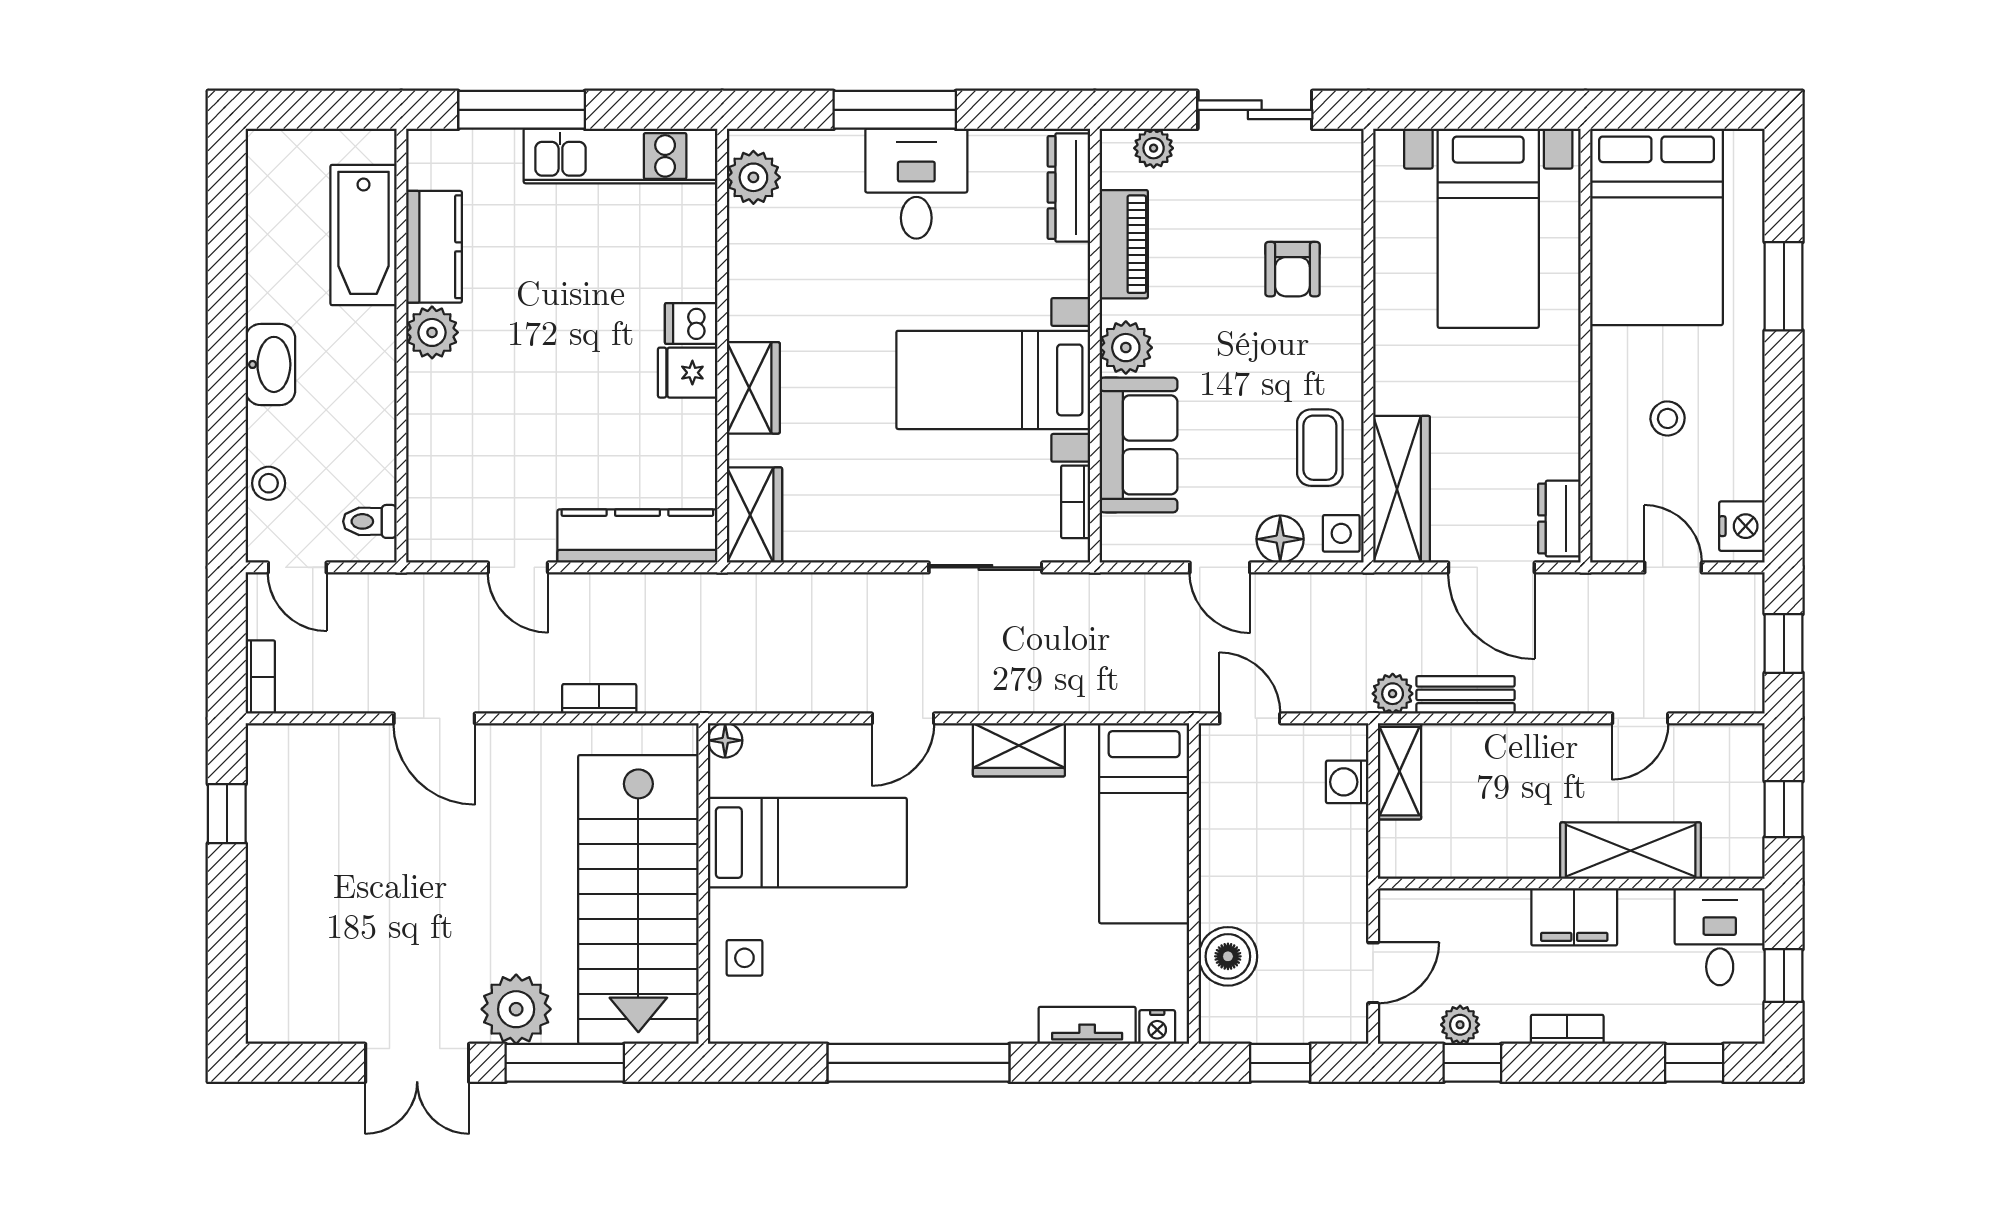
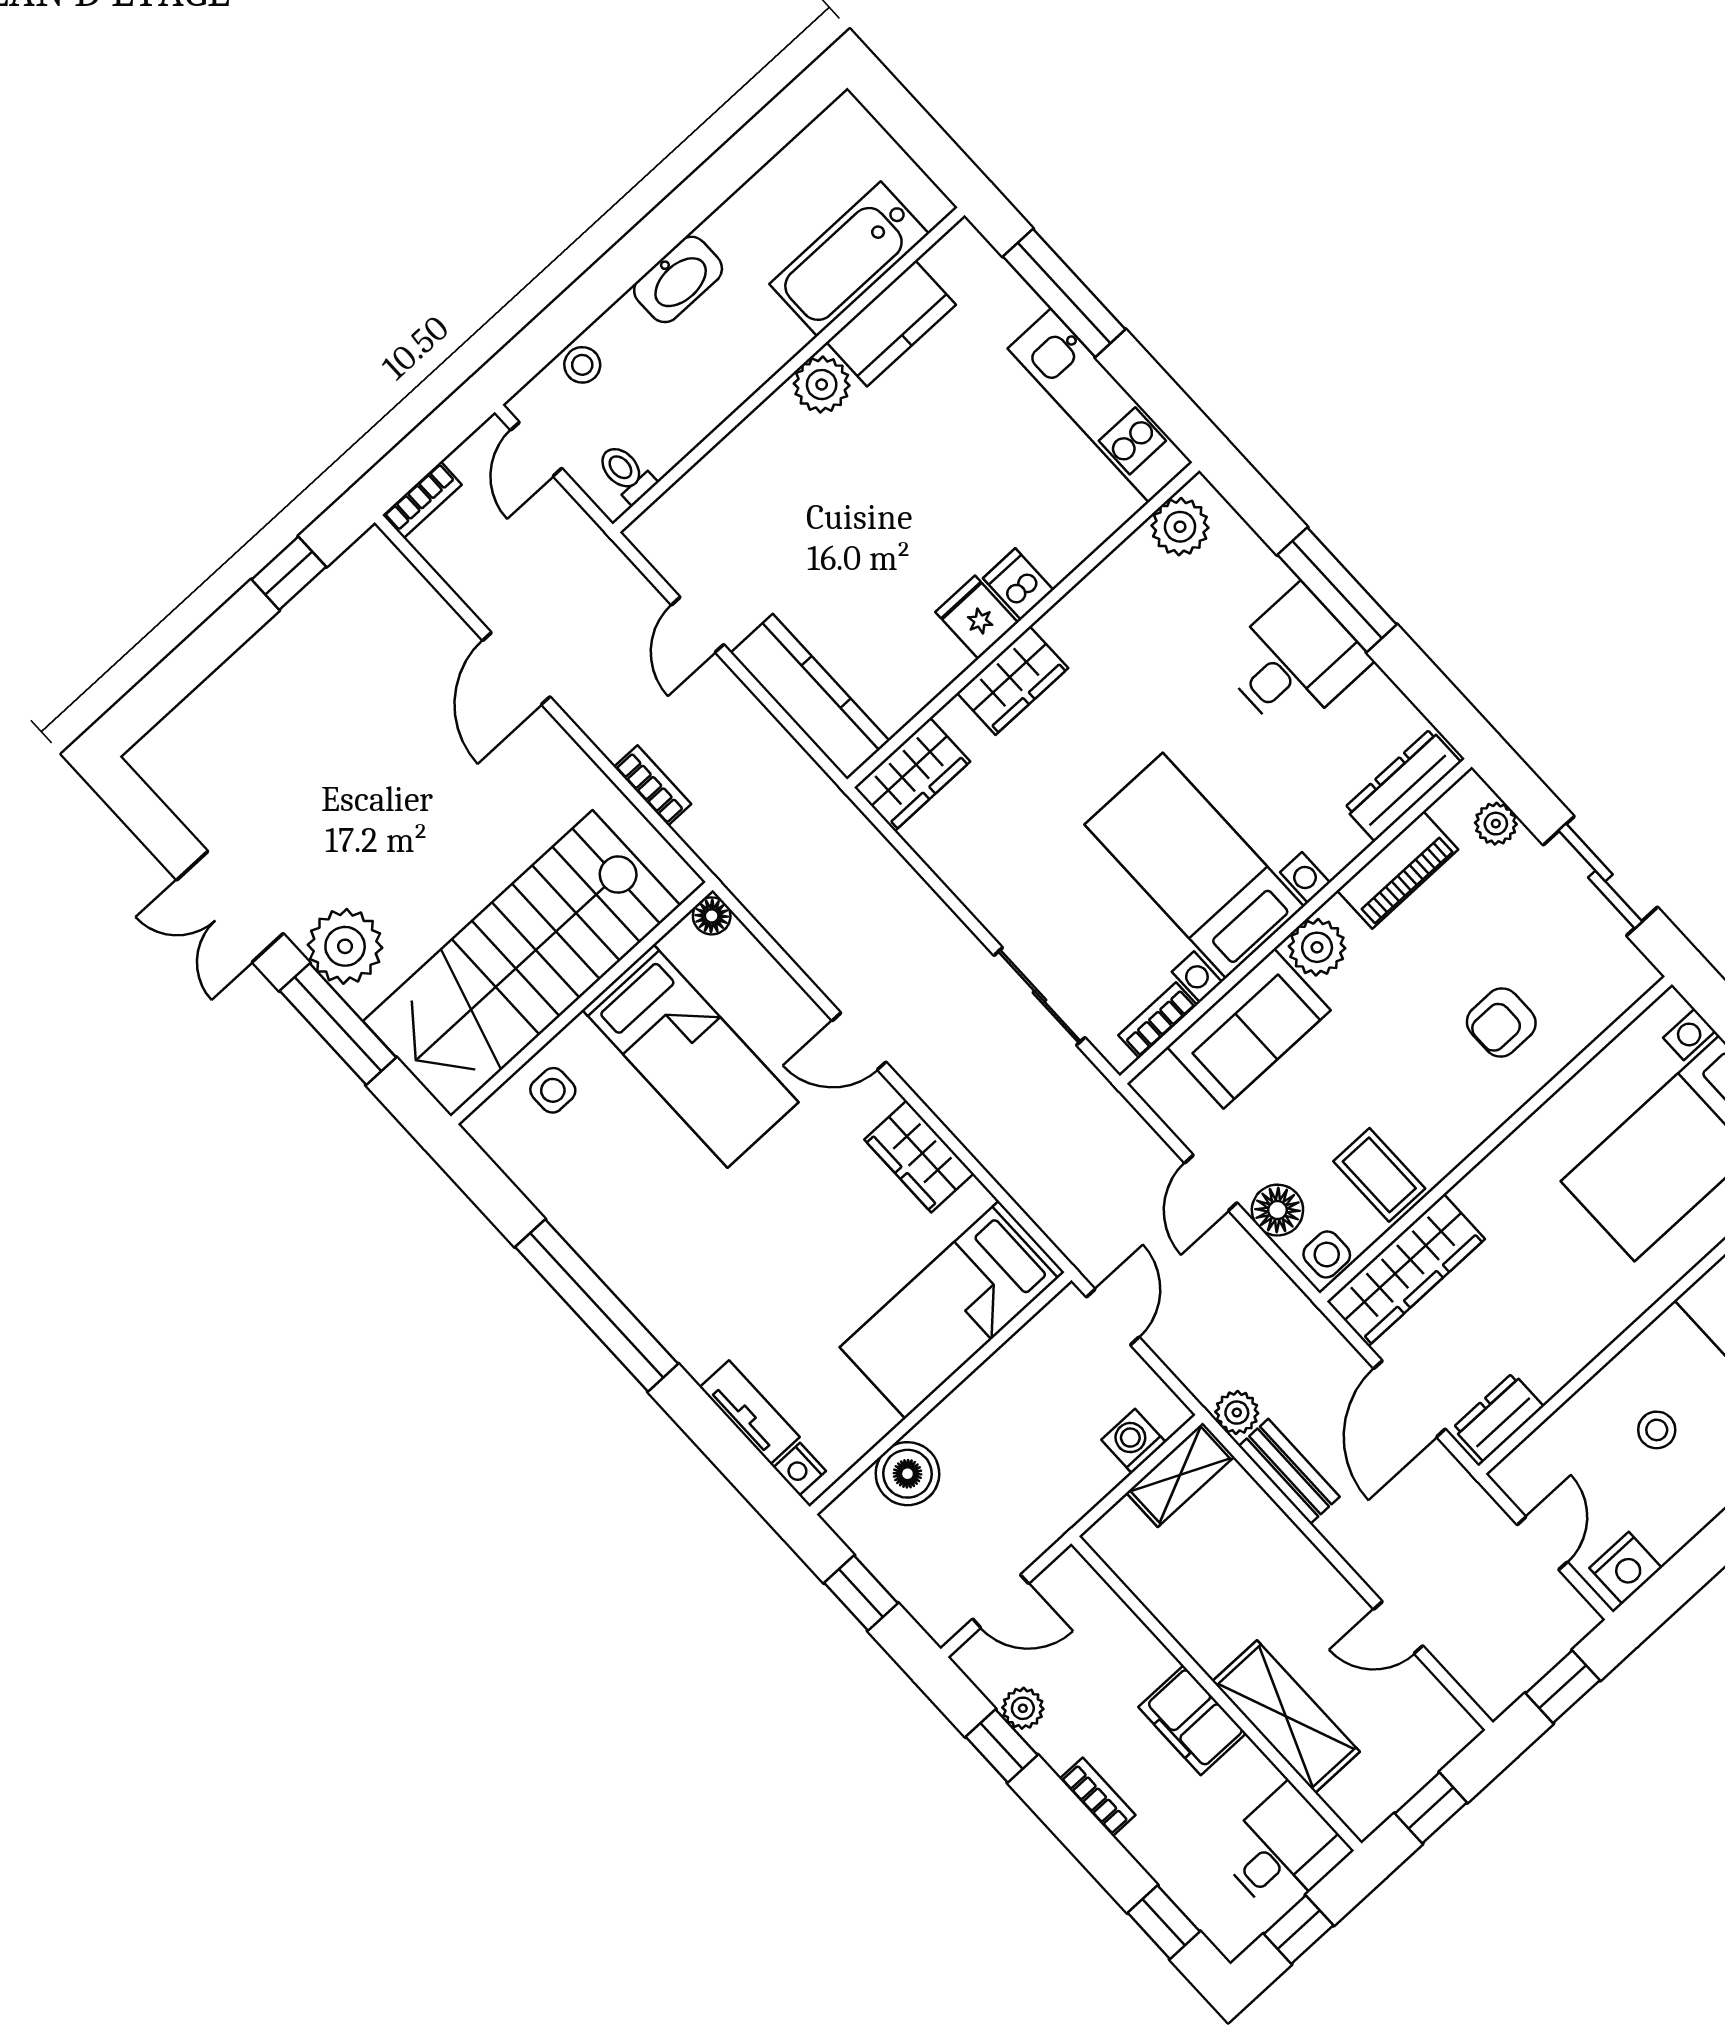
coffee table: (1320, 448) -> (1379, 1175), turned 90

